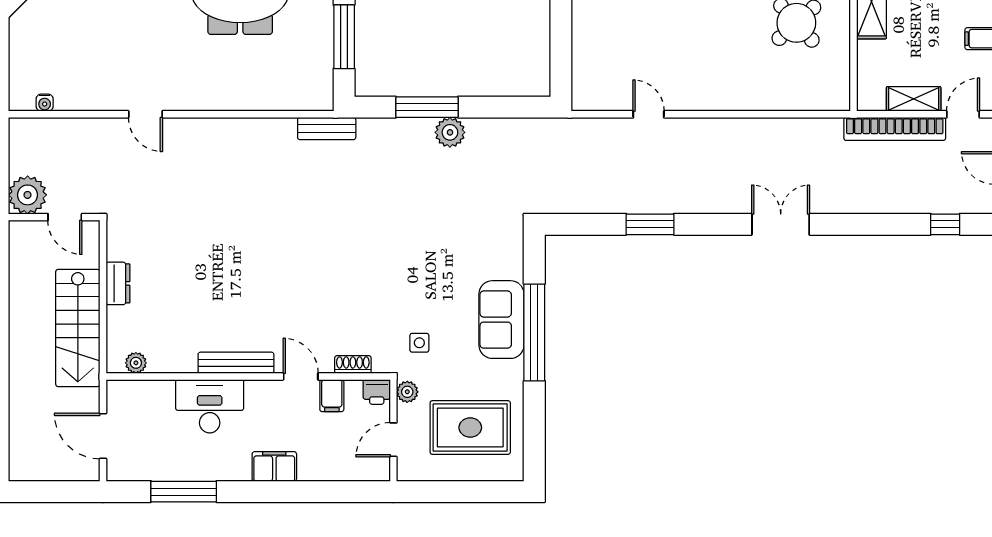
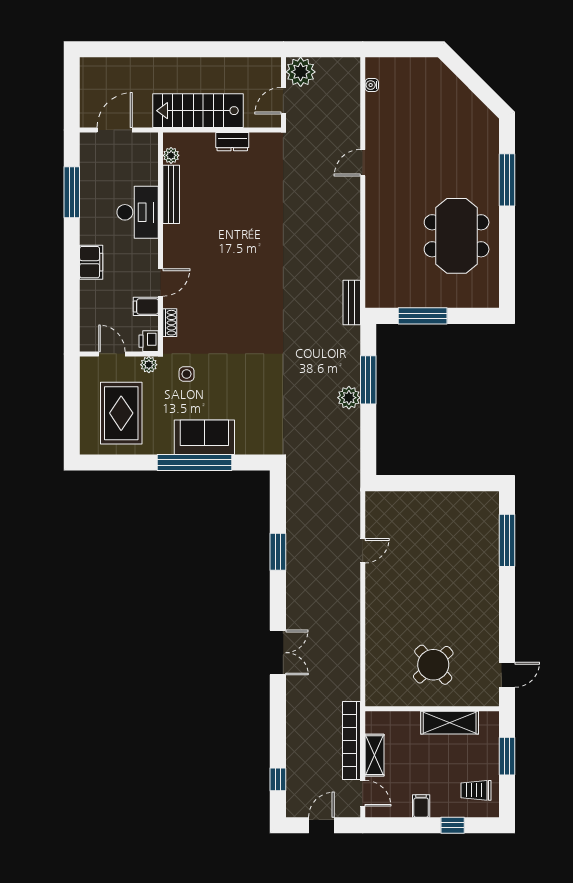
bench: (236, 363) -> (171, 194), moved

